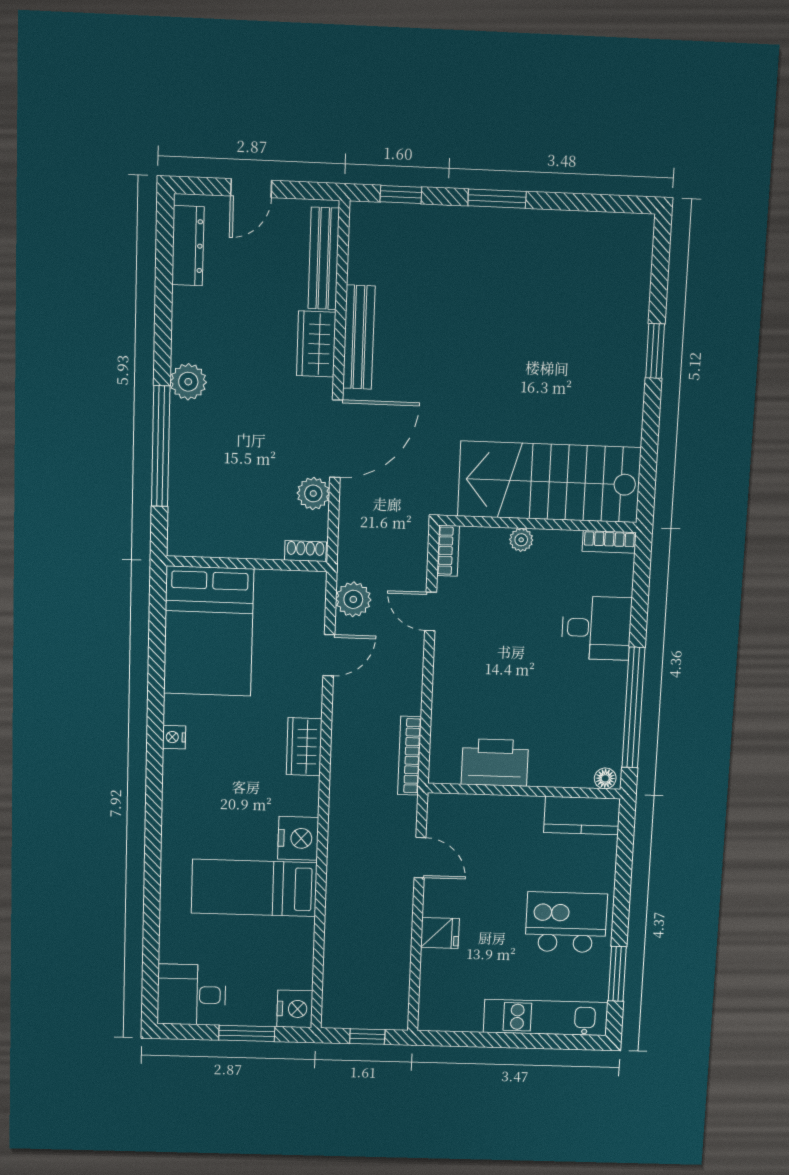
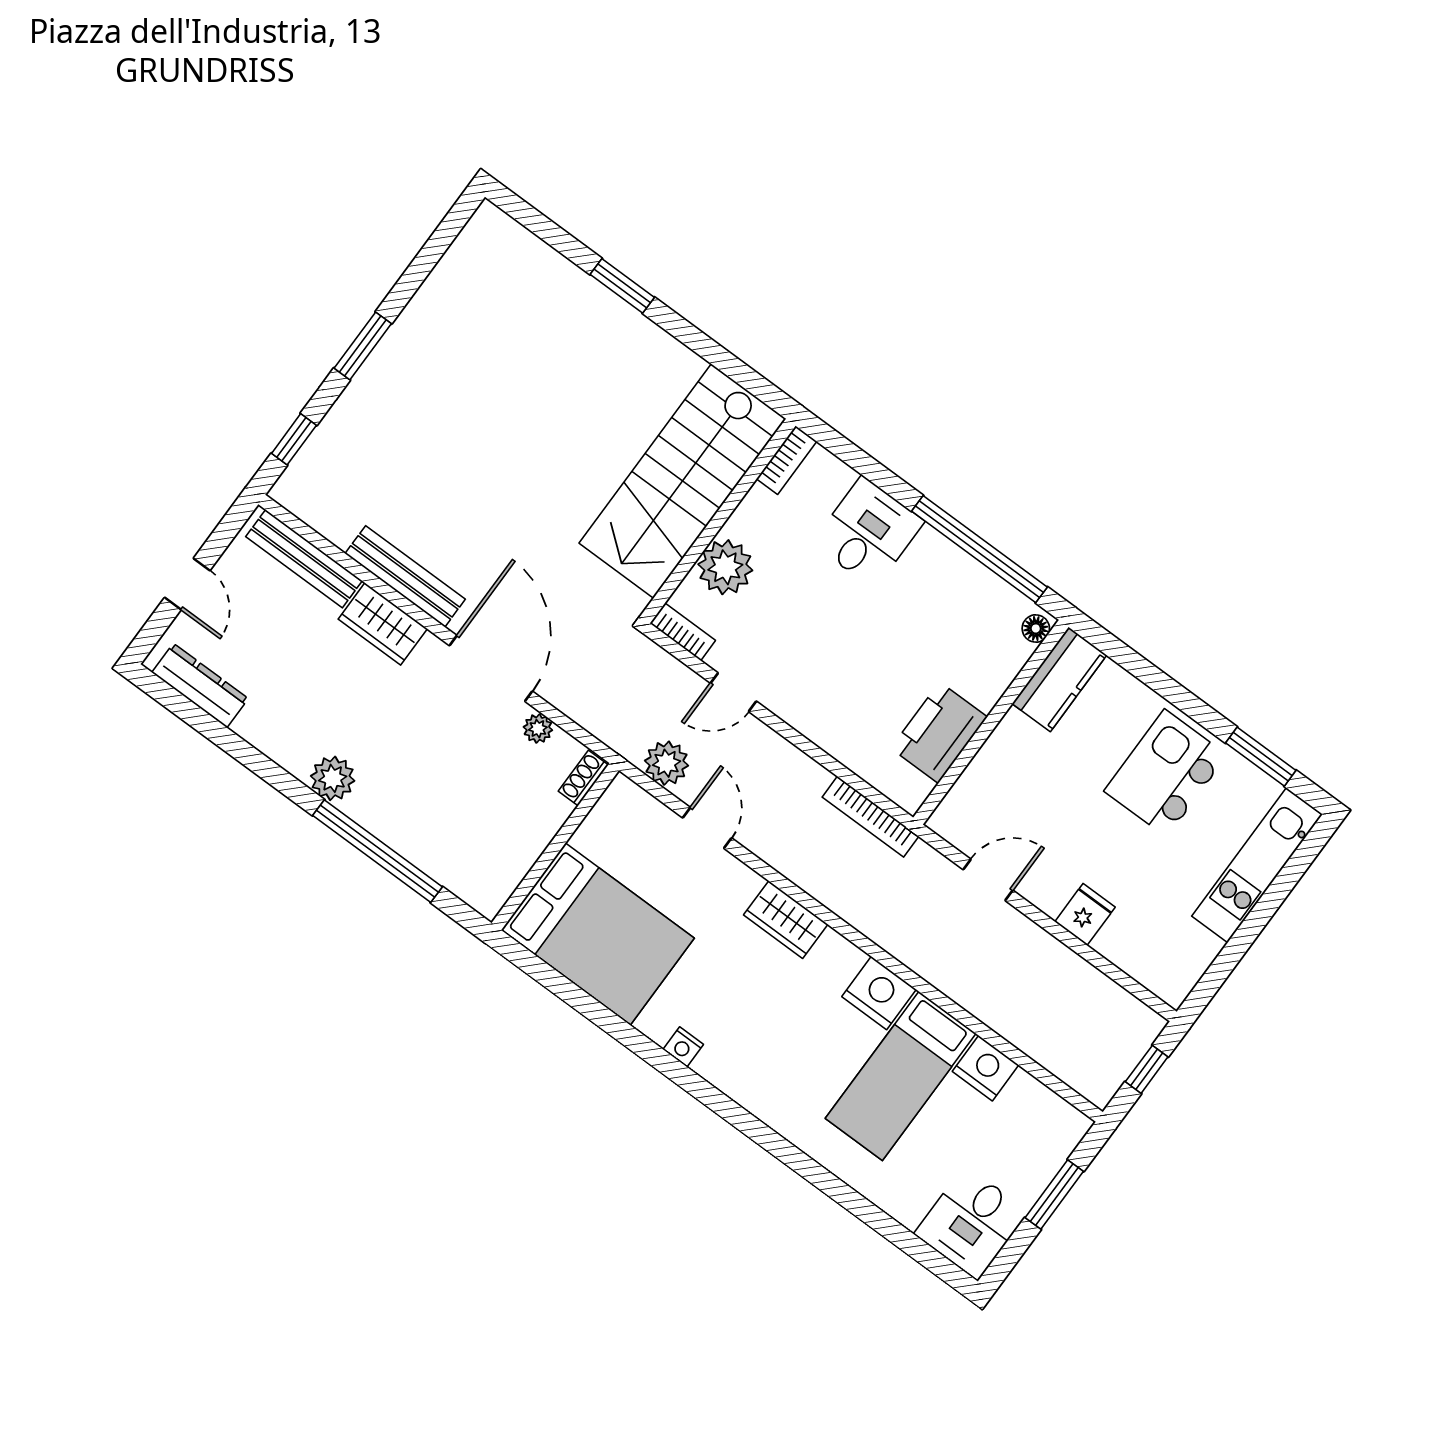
plant: (313, 493) -> (538, 729), width x0.73, depth x0.73
plant: (521, 540) -> (725, 567), width x1.87, depth x1.87
nightstand: (295, 1009) -> (986, 1068), moved

